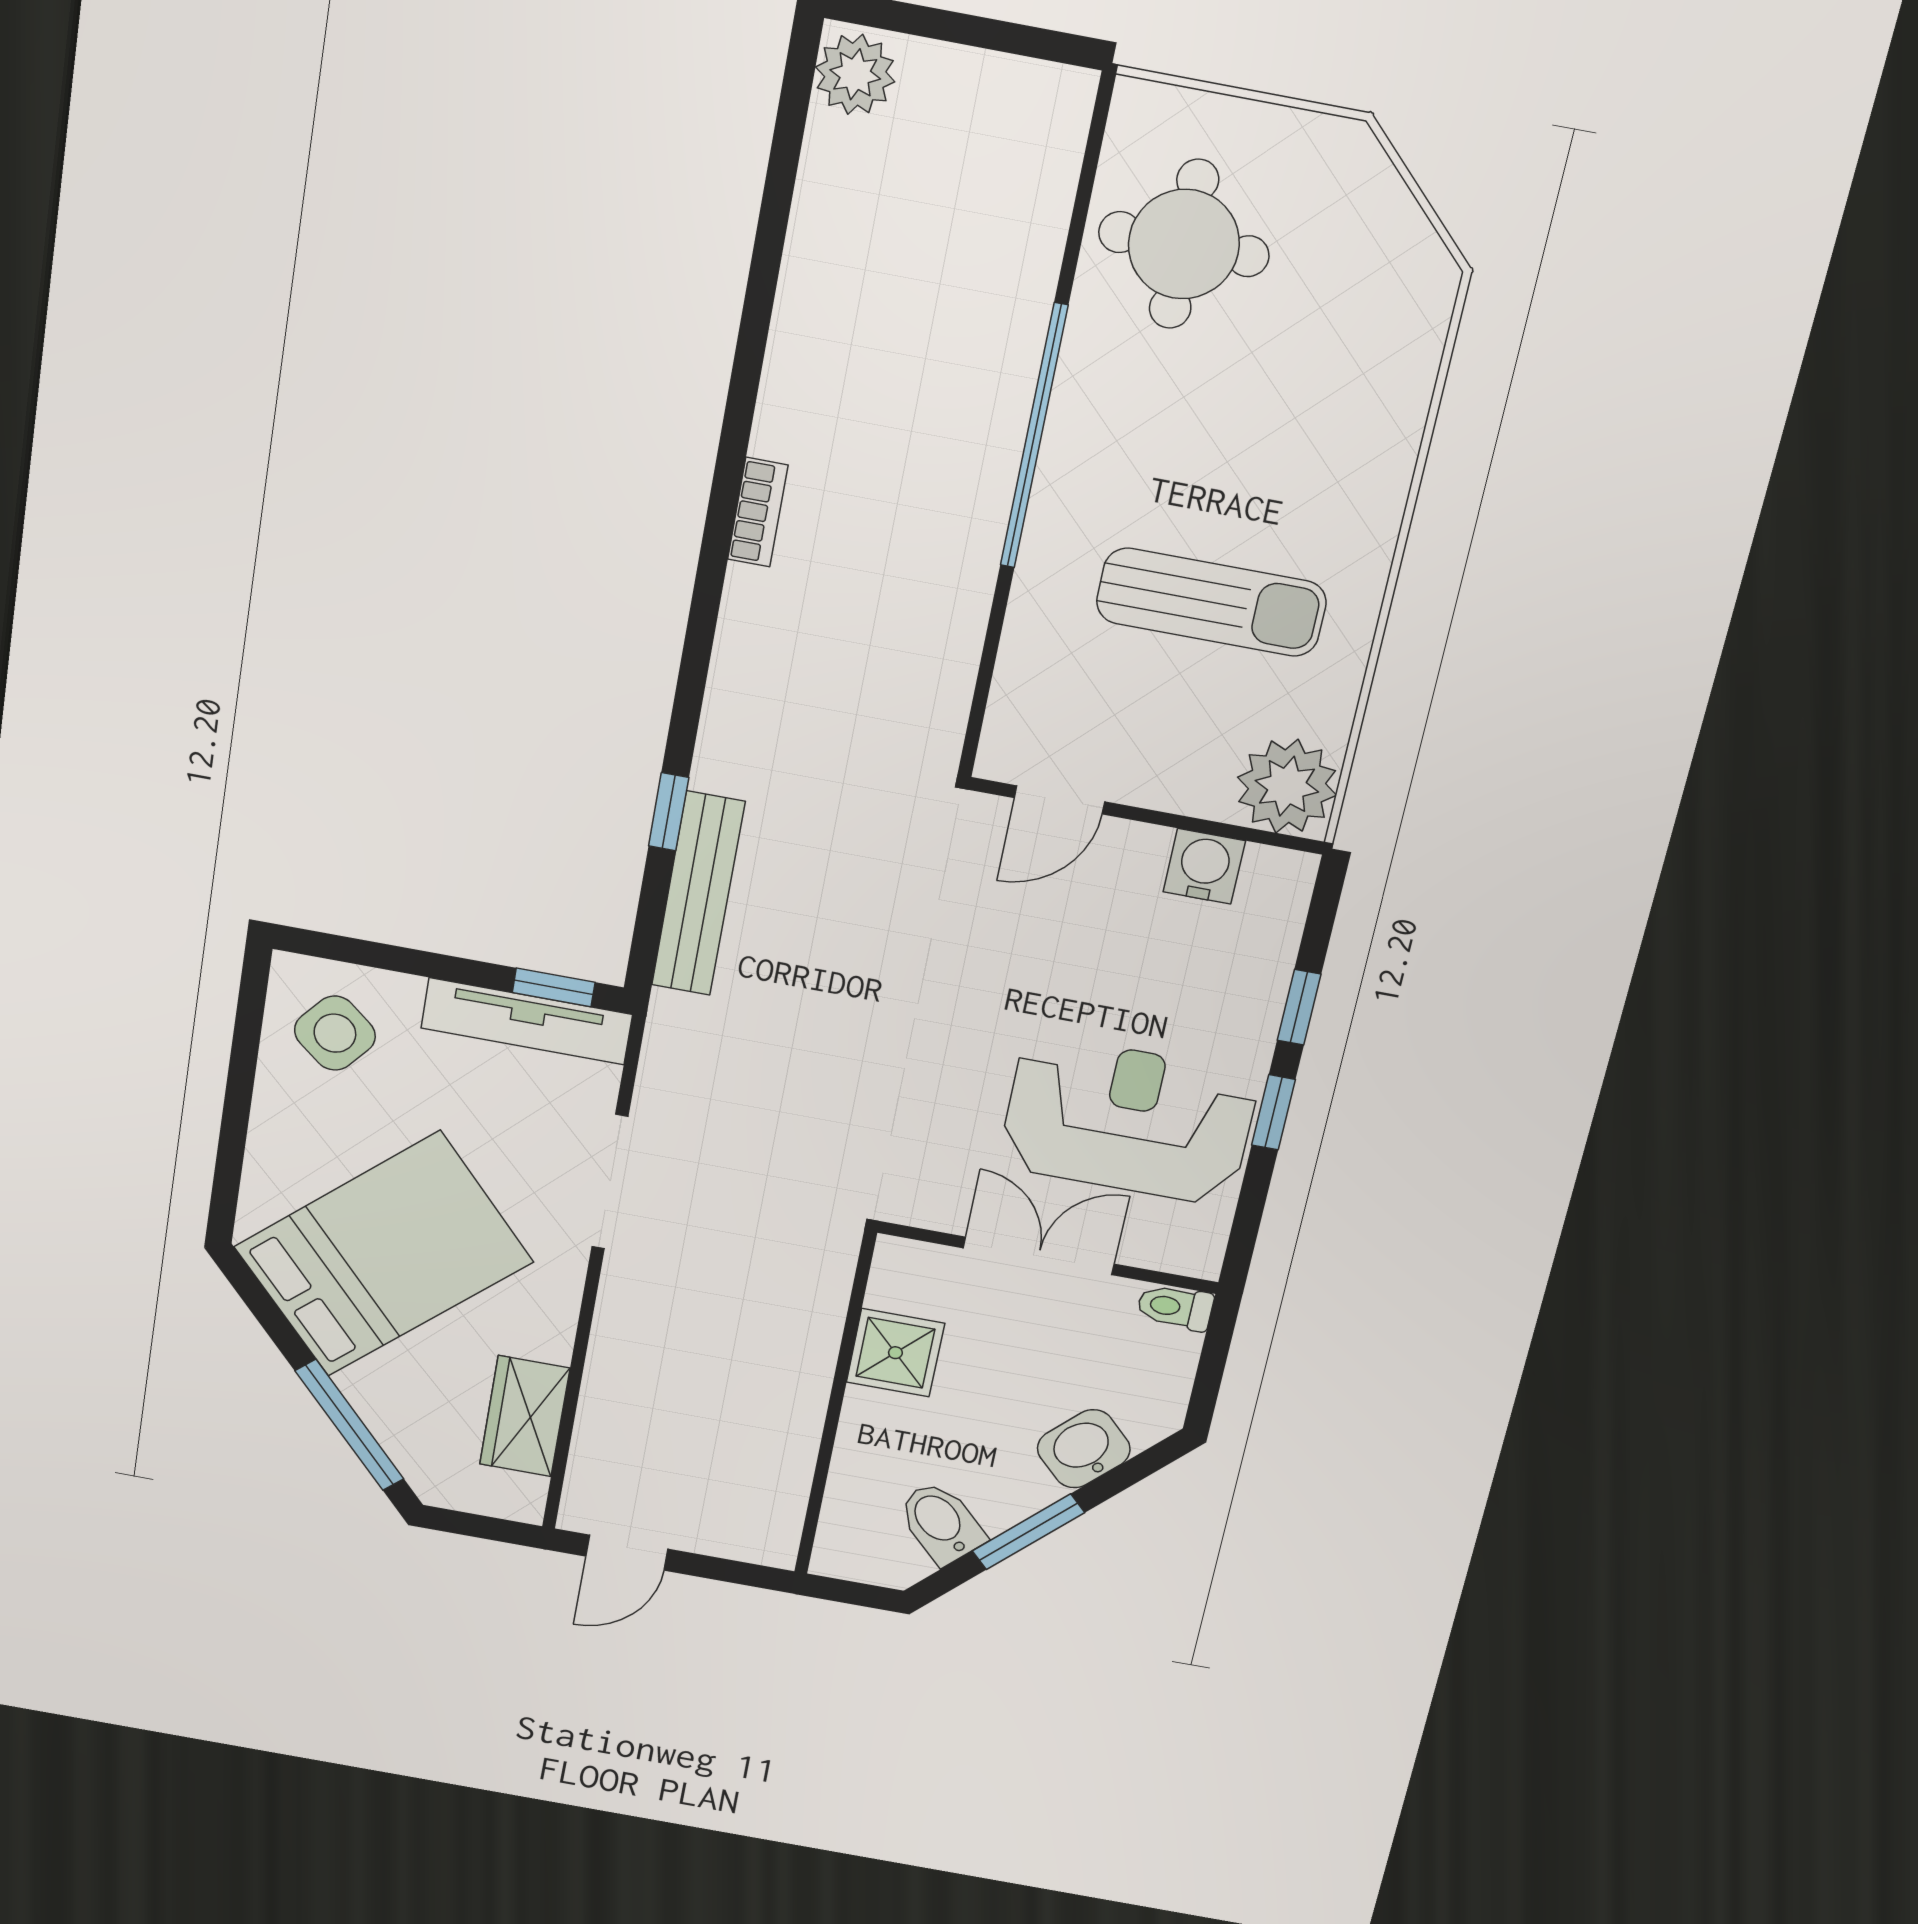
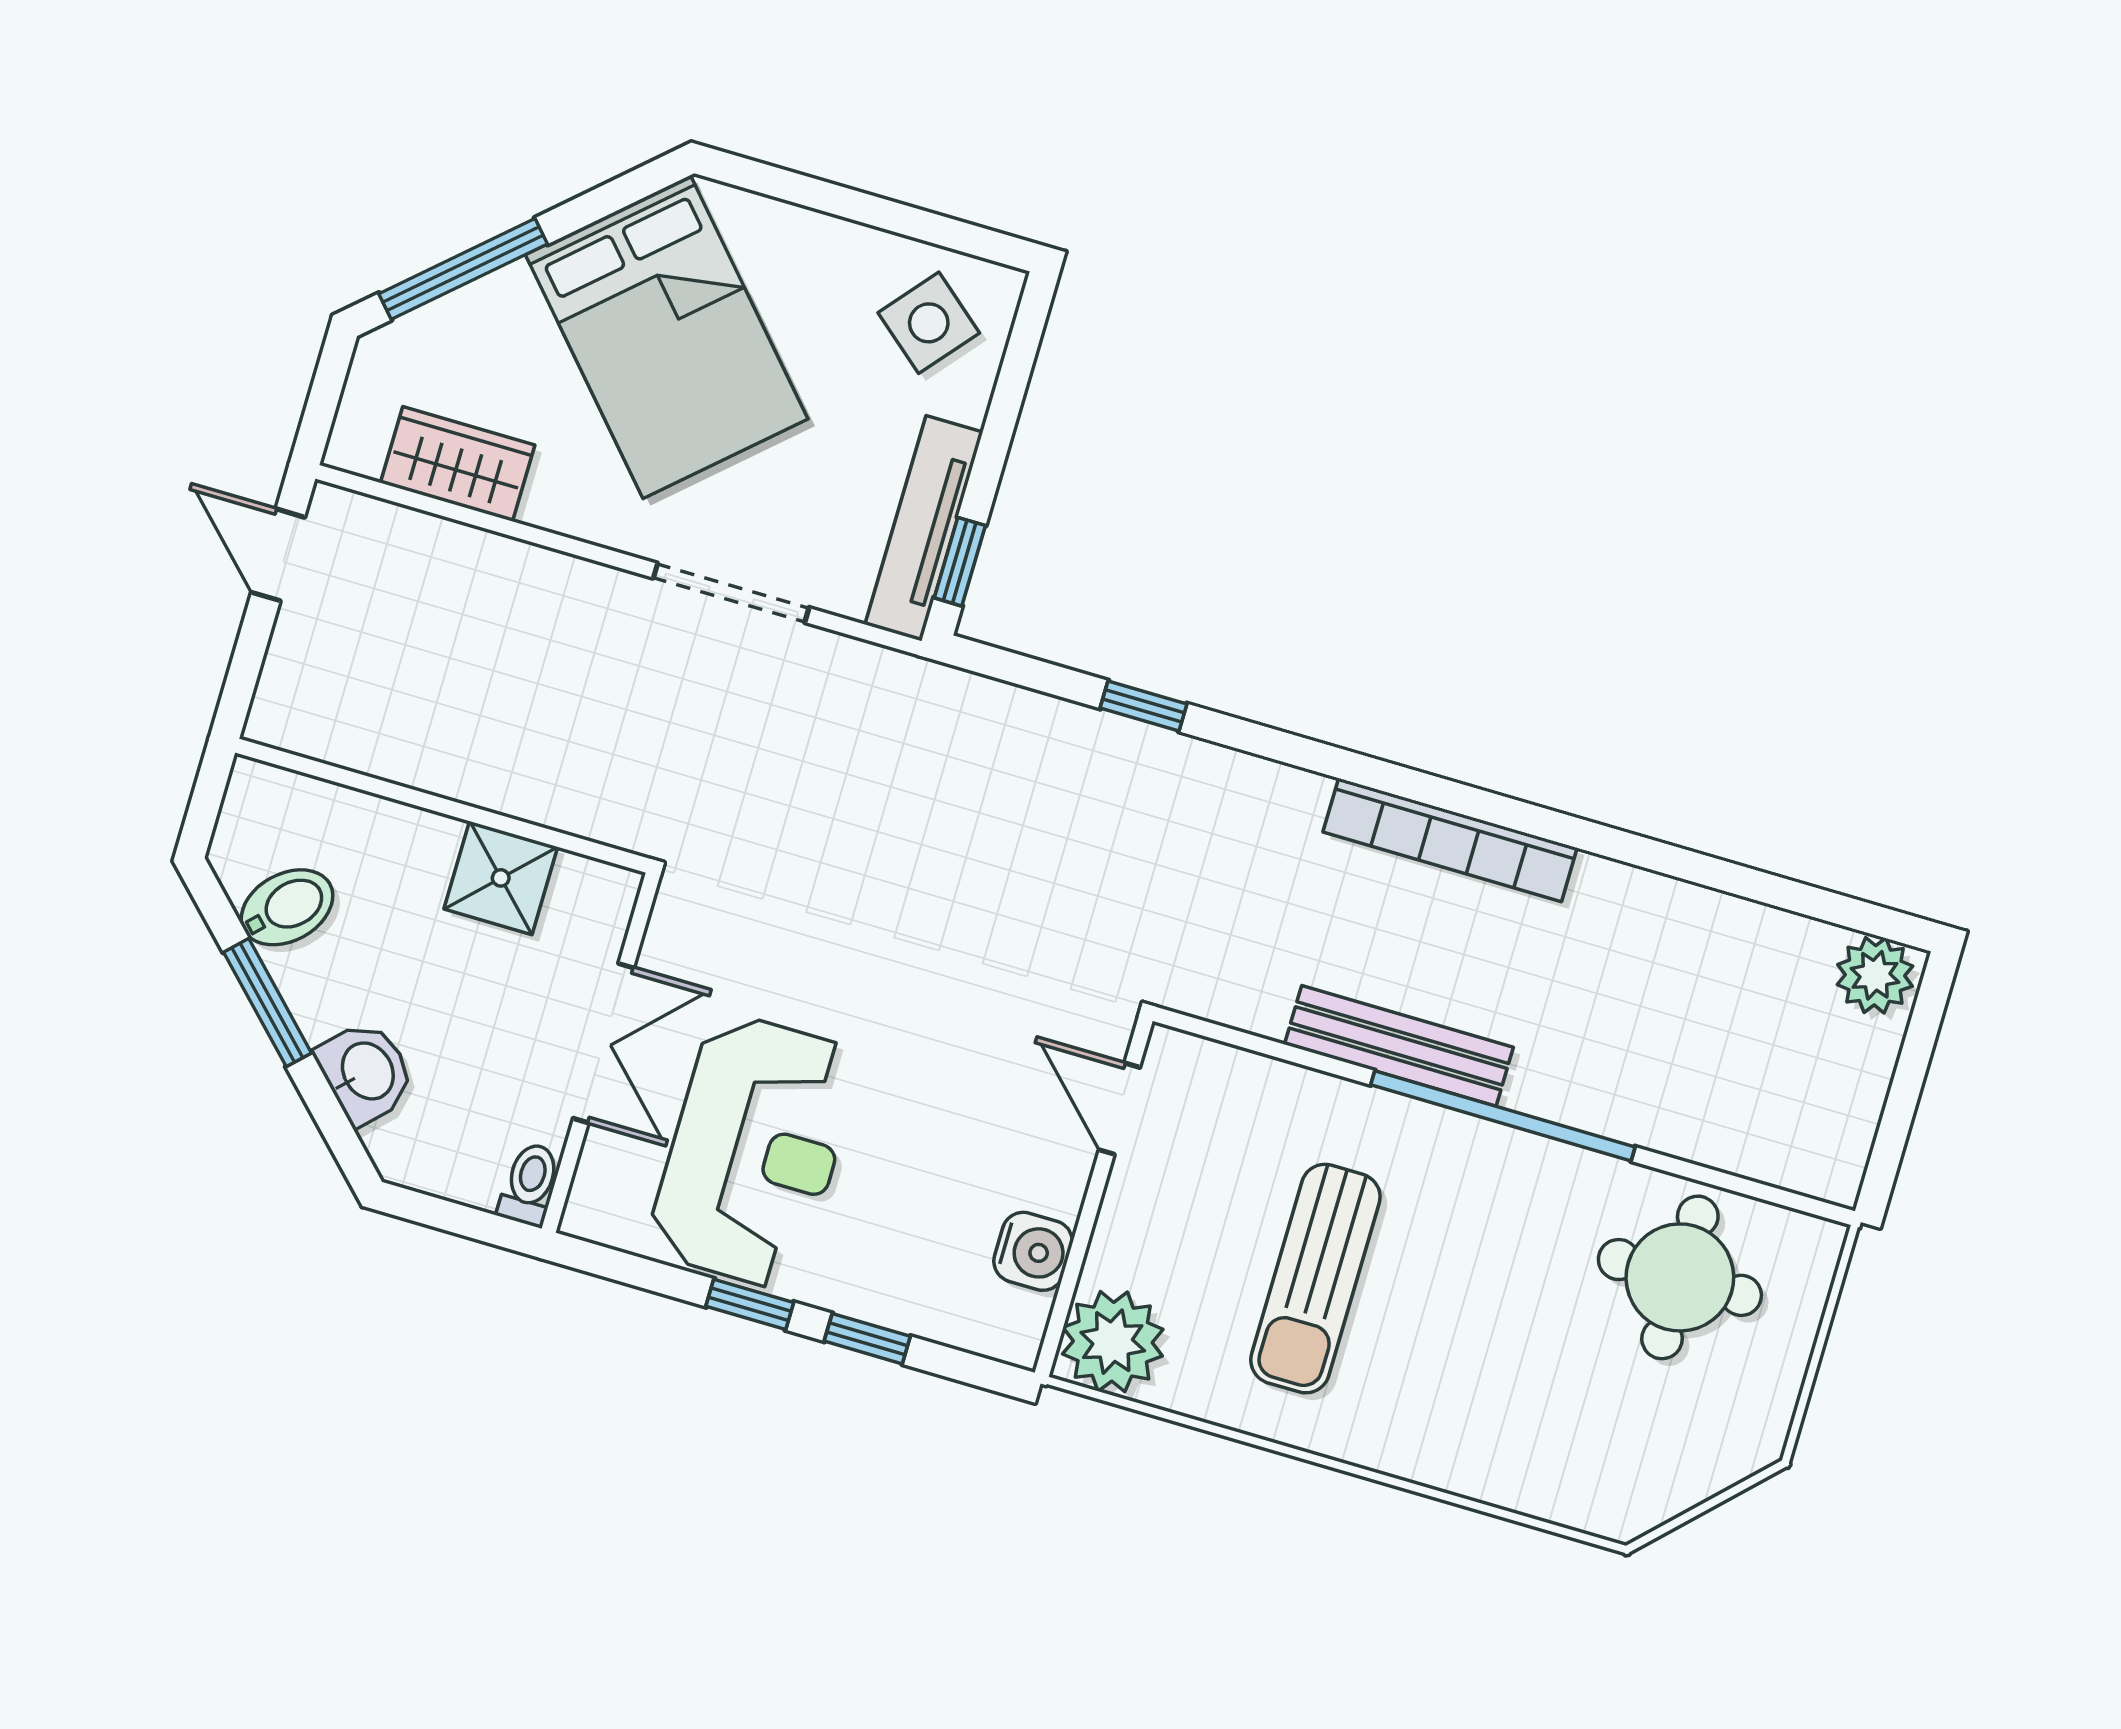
bookcase: (758, 512) -> (1450, 840), width x2.31, depth x1.31
bench: (698, 894) -> (1399, 1046), moved

